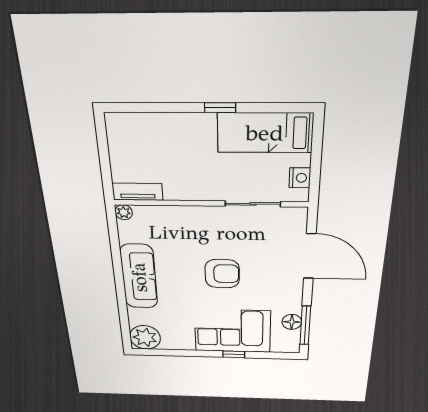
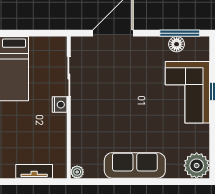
nightstand: (300, 178) -> (60, 105), moved, turned 90
tv unit: (137, 192) -> (34, 171), moved, turned 90
armchair: (222, 274) -> (131, 100), removed

